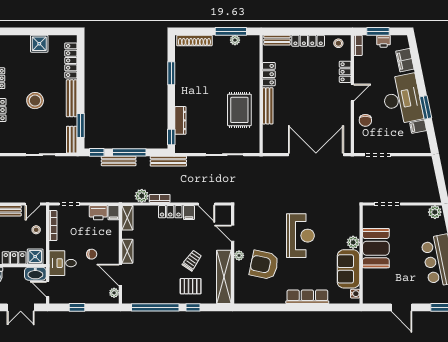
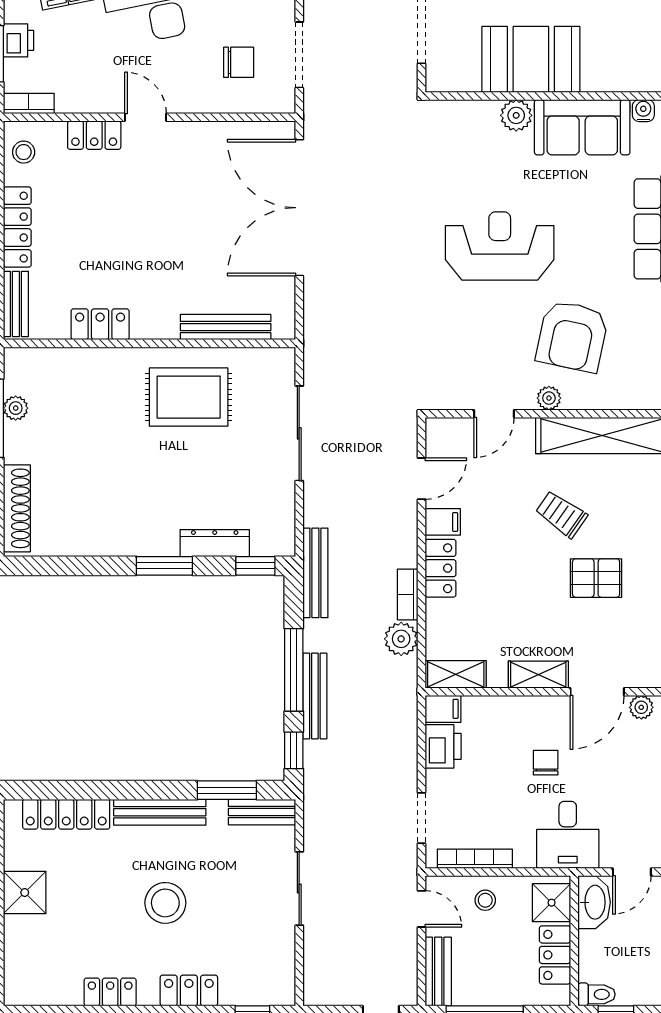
window: (171, 73) -> (164, 566), moved
bench: (268, 106) -> (226, 327), moved
chair: (365, 120) -> (239, 62), moved
pallet: (191, 286) -> (596, 578), moved, turned 90

